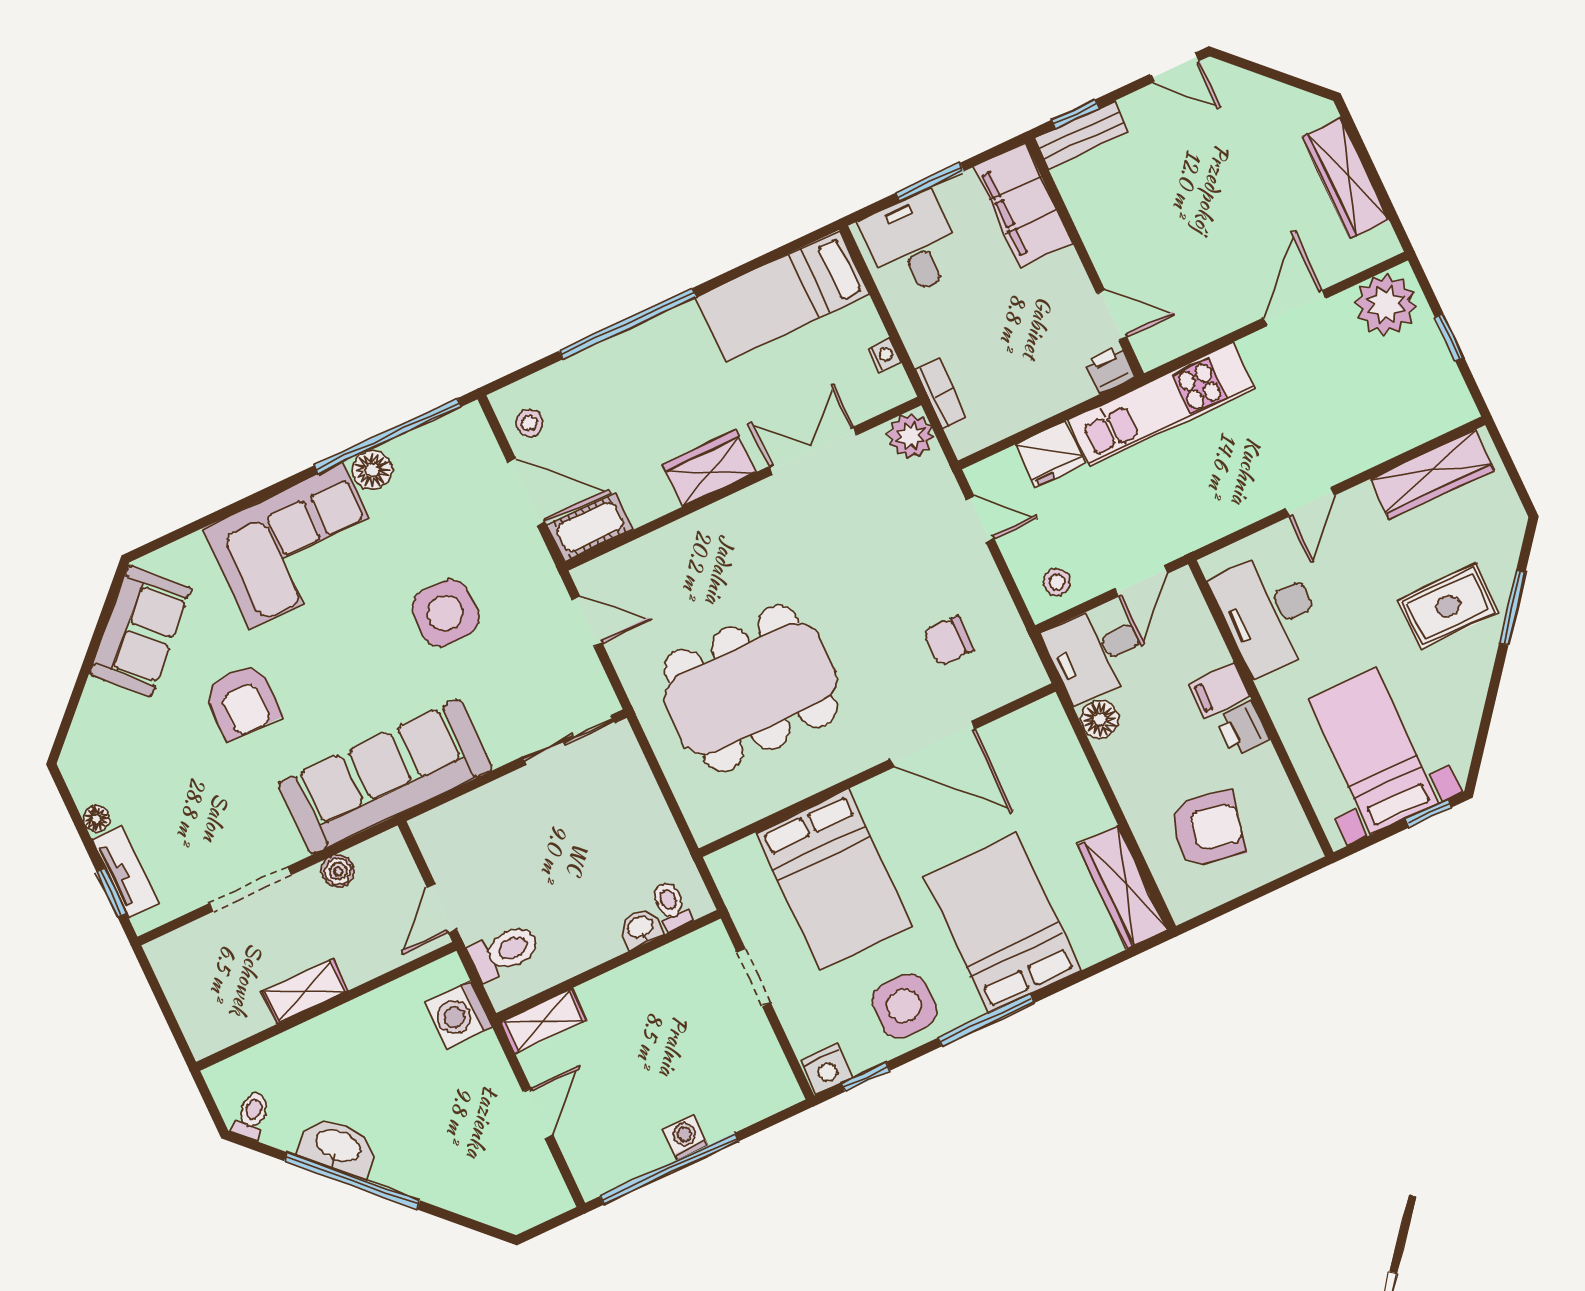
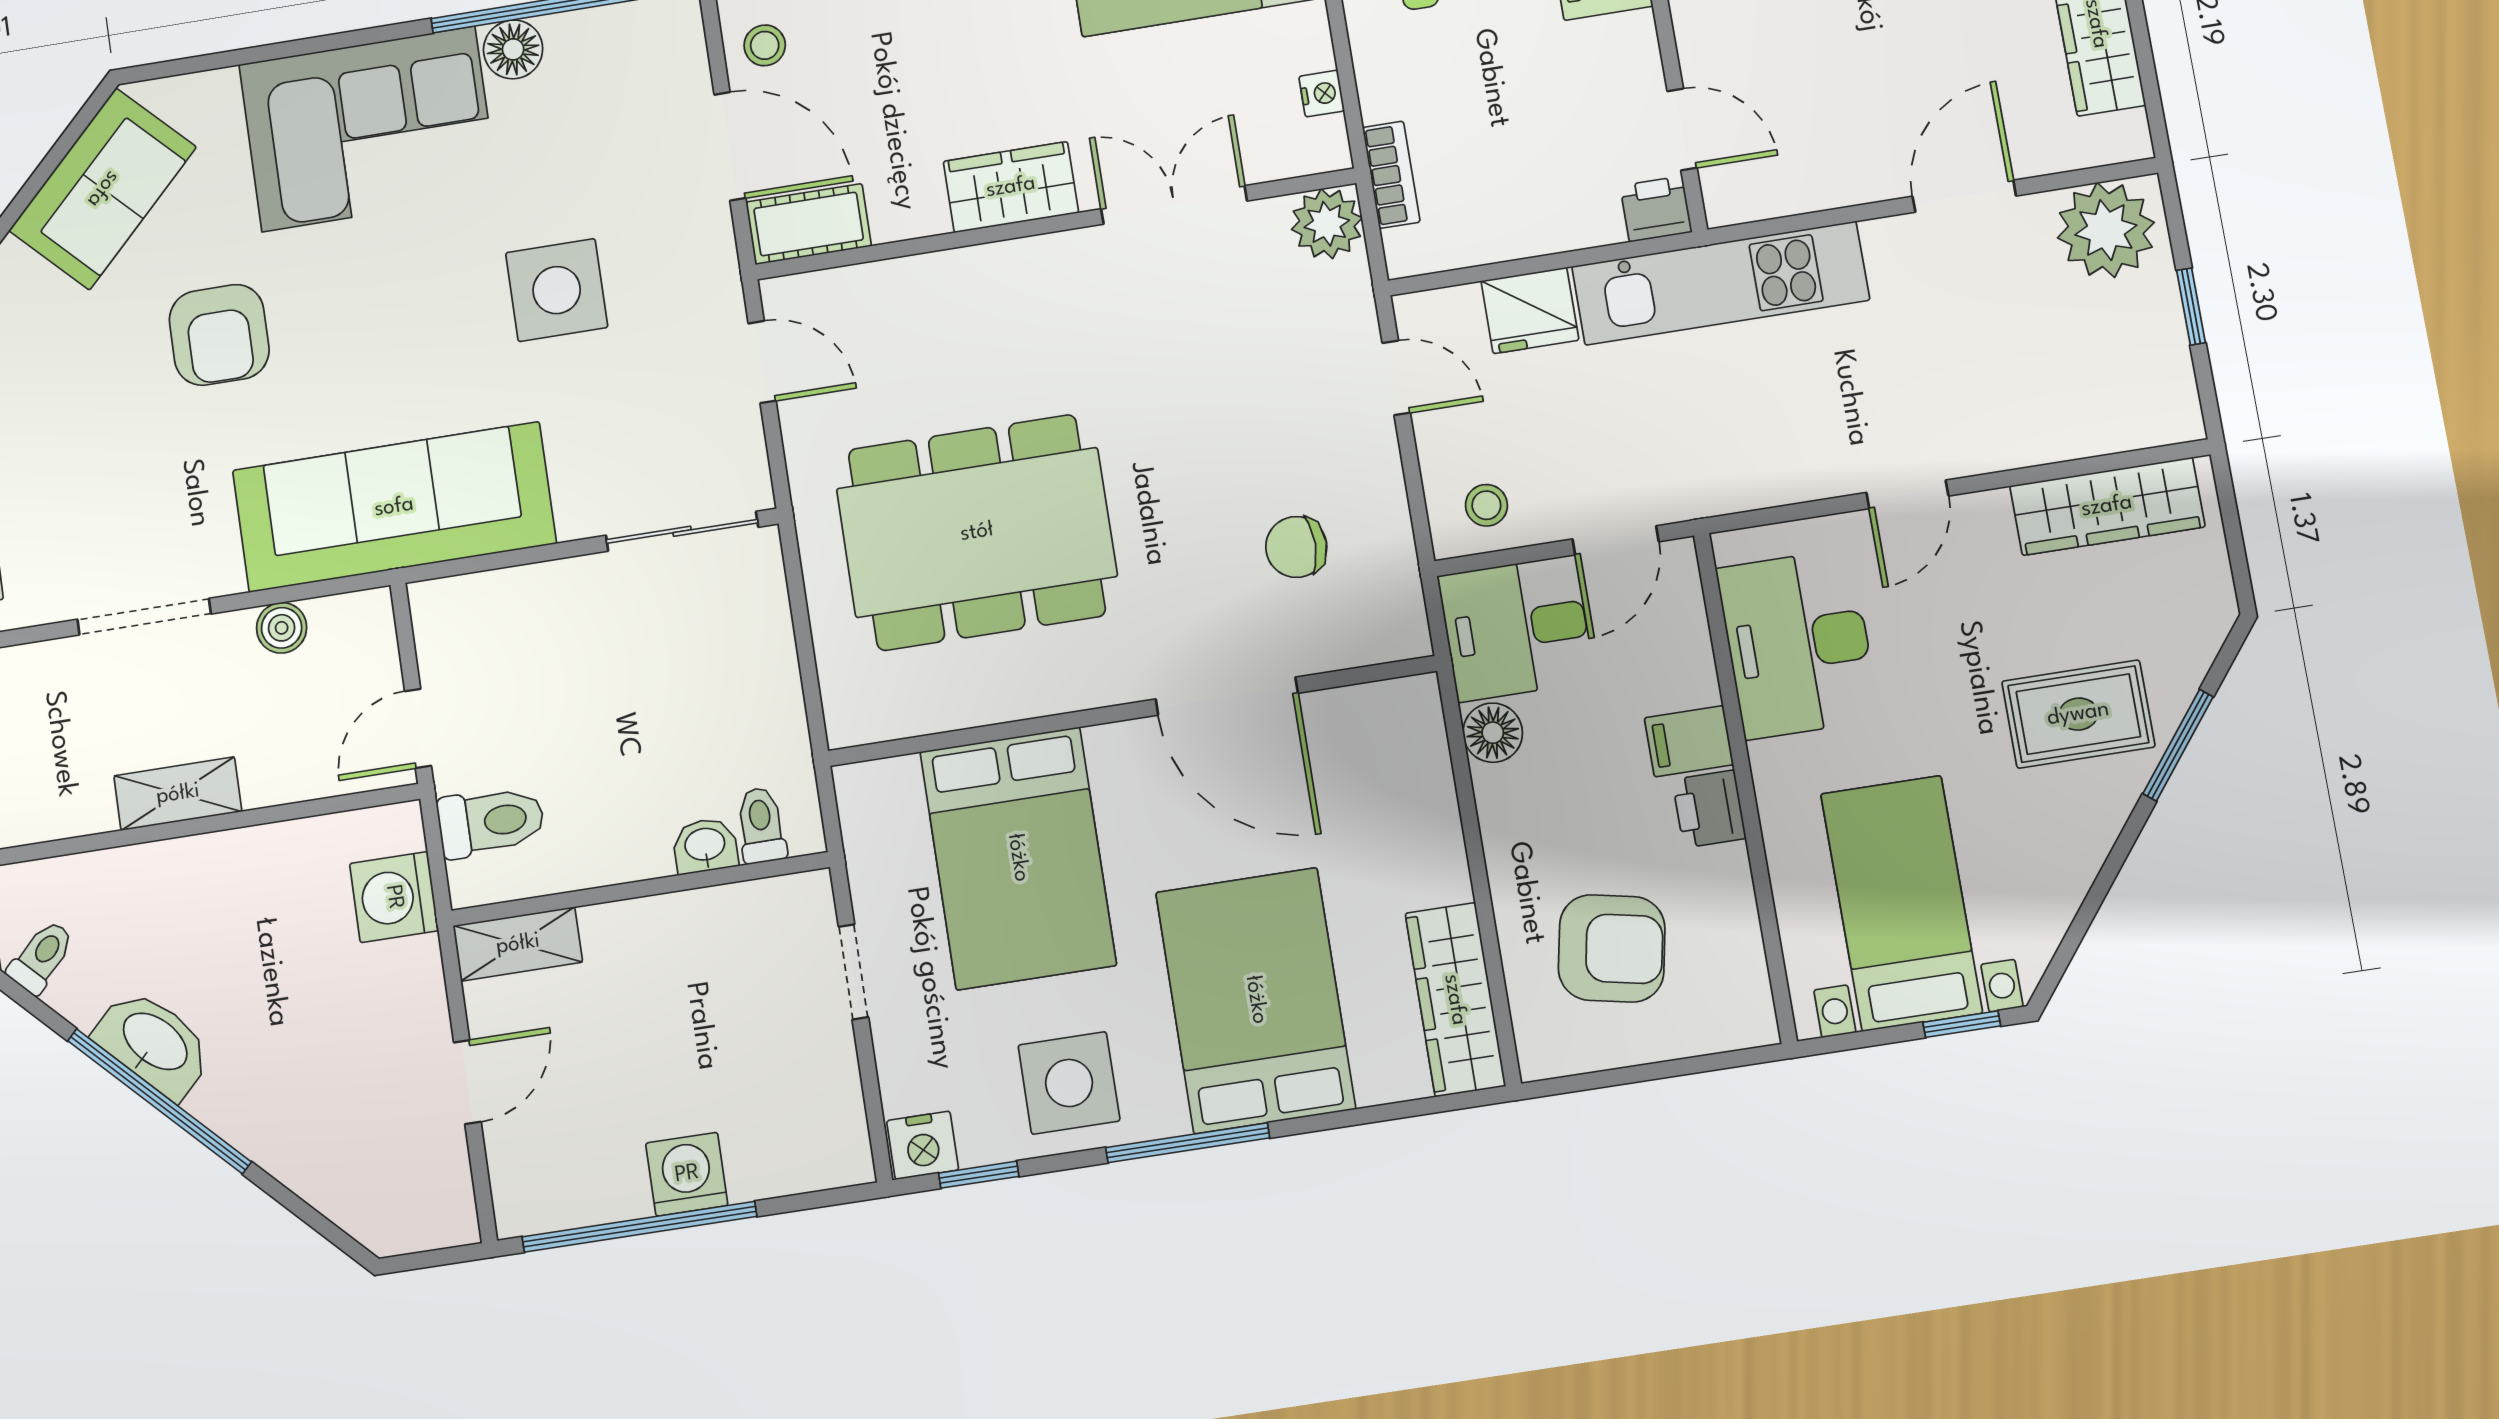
washing machine: (686, 1137) -> (687, 1174), width x1.38, depth x1.38

